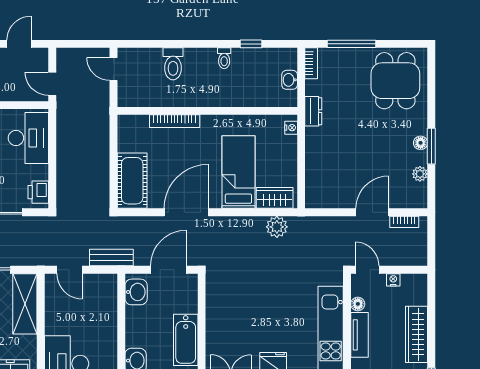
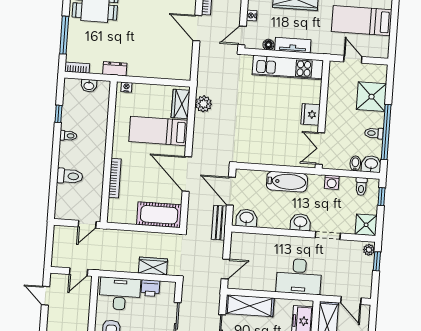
door: (114, 69) -> (87, 224), moved
wardrobe: (66, 178) -> (153, 266), added
printer: (38, 192) -> (150, 288), moved
bench: (111, 258) -> (219, 223), moved

